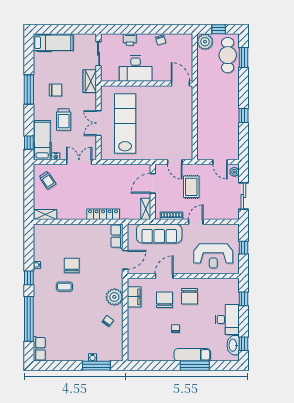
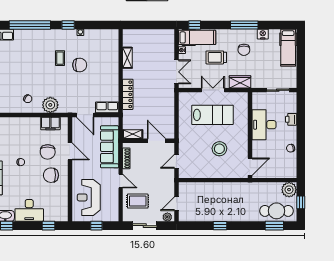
nightstand: (39, 70) -> (263, 34), added
wardrobe: (90, 81) -> (240, 82), moved
stool: (161, 116) -> (219, 149), added
lab bench: (125, 123) -> (213, 115), width x0.73
trolley: (47, 180) -> (159, 42), removed
rug: (191, 187) -> (138, 201), moved
shelving: (45, 214) -> (127, 58), moved
chair: (165, 300) -> (48, 152), turned 91

